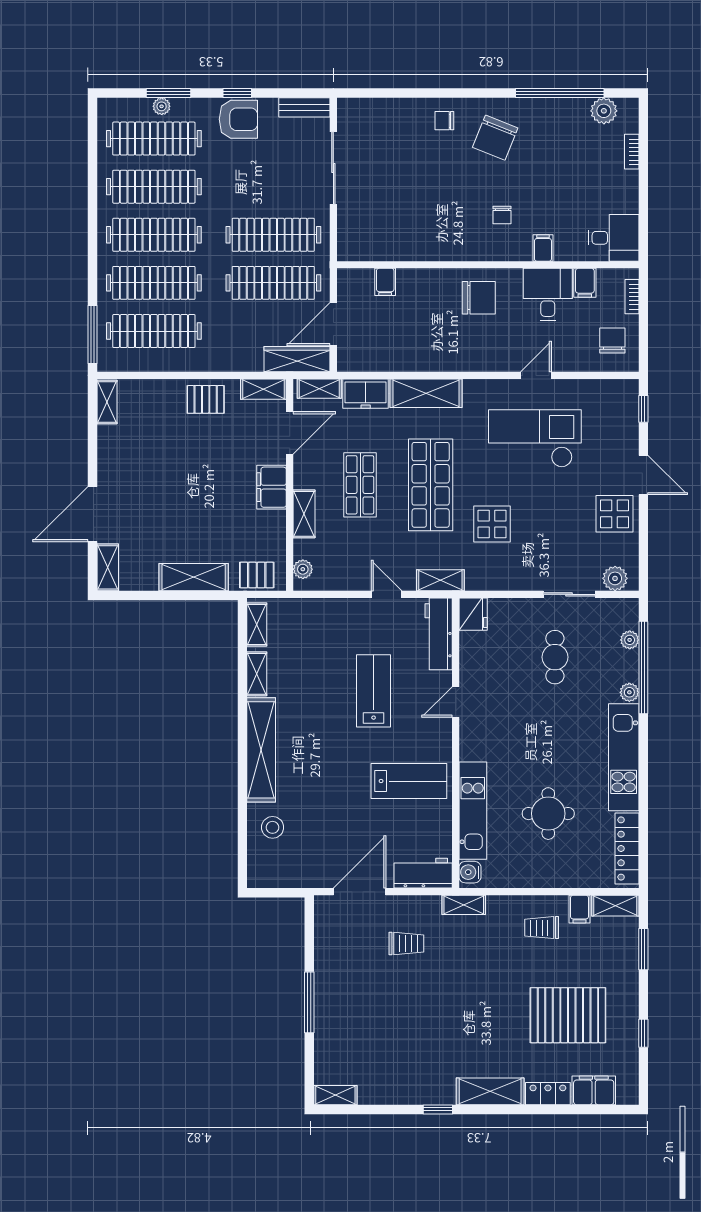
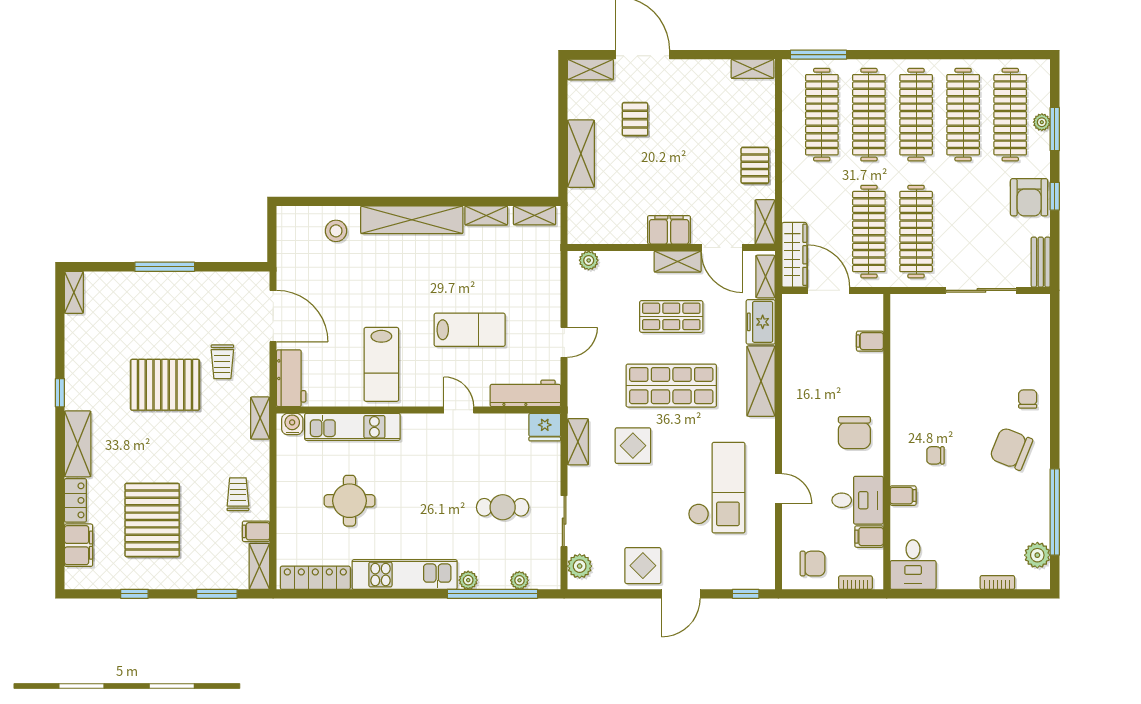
shelving: (304, 514) -> (678, 262), moved
pallet: (257, 575) -> (635, 119), moved
shelving: (440, 580) -> (578, 442), moved
pallet: (430, 1002) -> (165, 385), added

